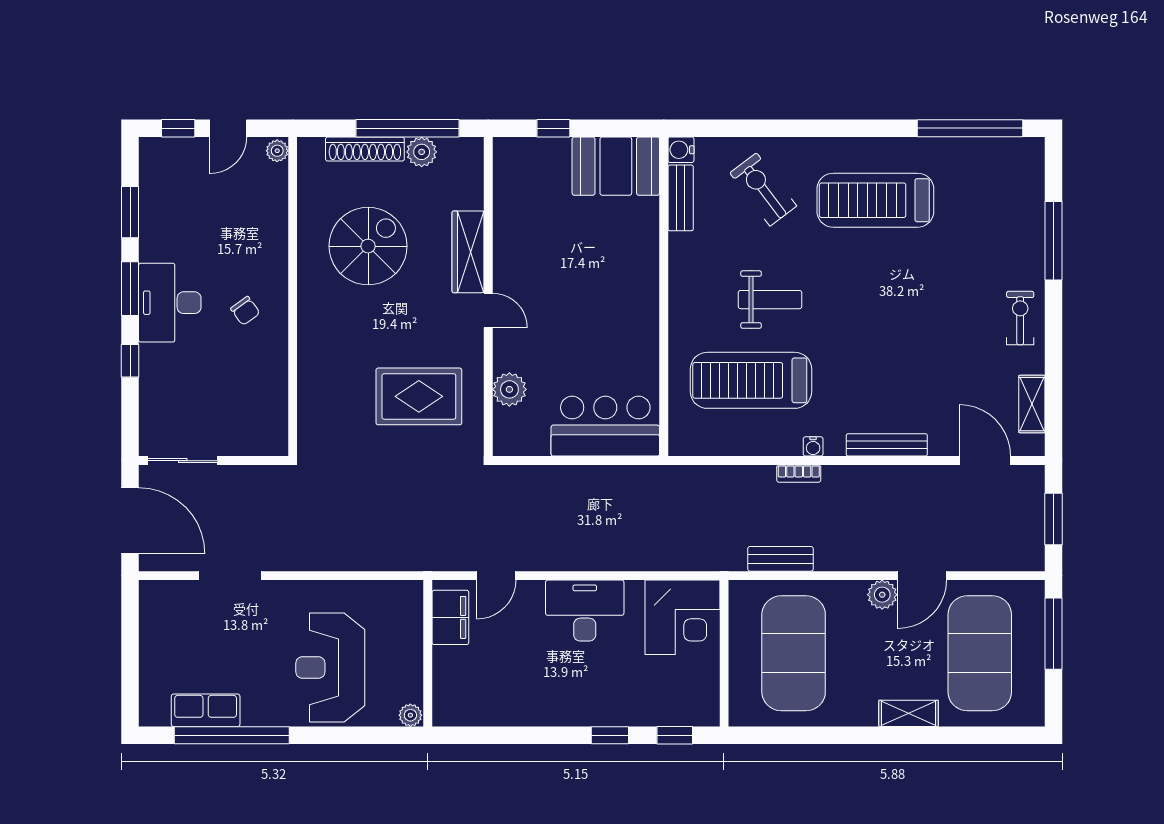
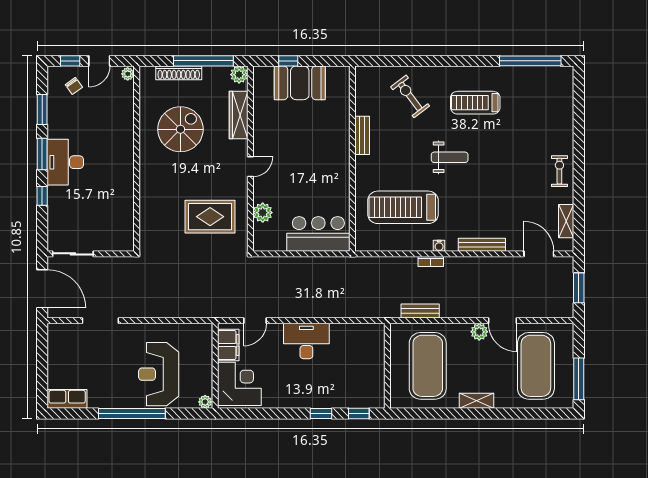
water cooler: (681, 150) -> (362, 73), removed
plant: (422, 152) -> (239, 75), moved
booth: (616, 166) -> (300, 83), moved
bench: (681, 198) -> (362, 135), moved
treadmill: (875, 200) -> (475, 103), width x0.73, depth x0.73
window: (1054, 241) -> (579, 126), removed
wardrobe: (468, 252) -> (239, 115), moved
weight bench: (770, 300) -> (450, 157), moved
door: (488, 310) -> (250, 167), hinge flipped
chair: (245, 311) -> (74, 86), moved
door: (922, 576) -> (502, 321), hinge flipped
corner desk: (683, 617) -> (239, 384), moved, turned -90
window: (1054, 634) -> (579, 379), moved
row of seats: (206, 710) -> (67, 399), moved
shelving: (909, 713) -> (476, 401), moved
window: (232, 735) -> (132, 413), moved

